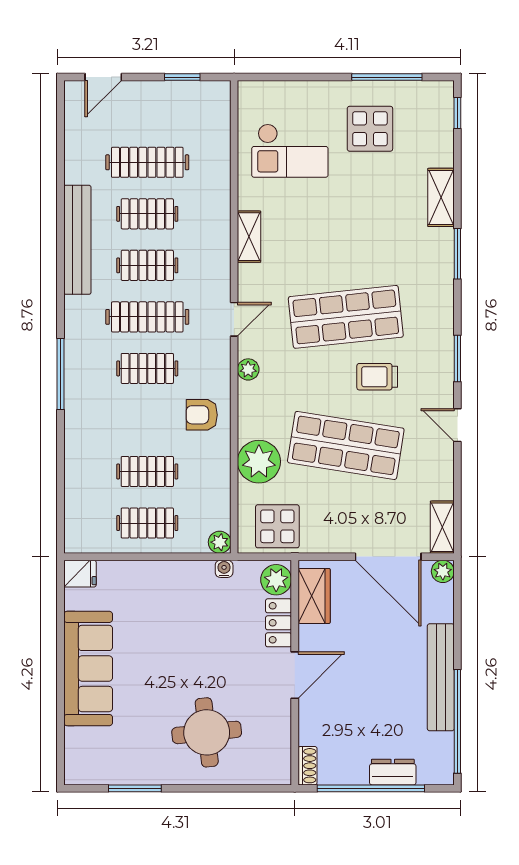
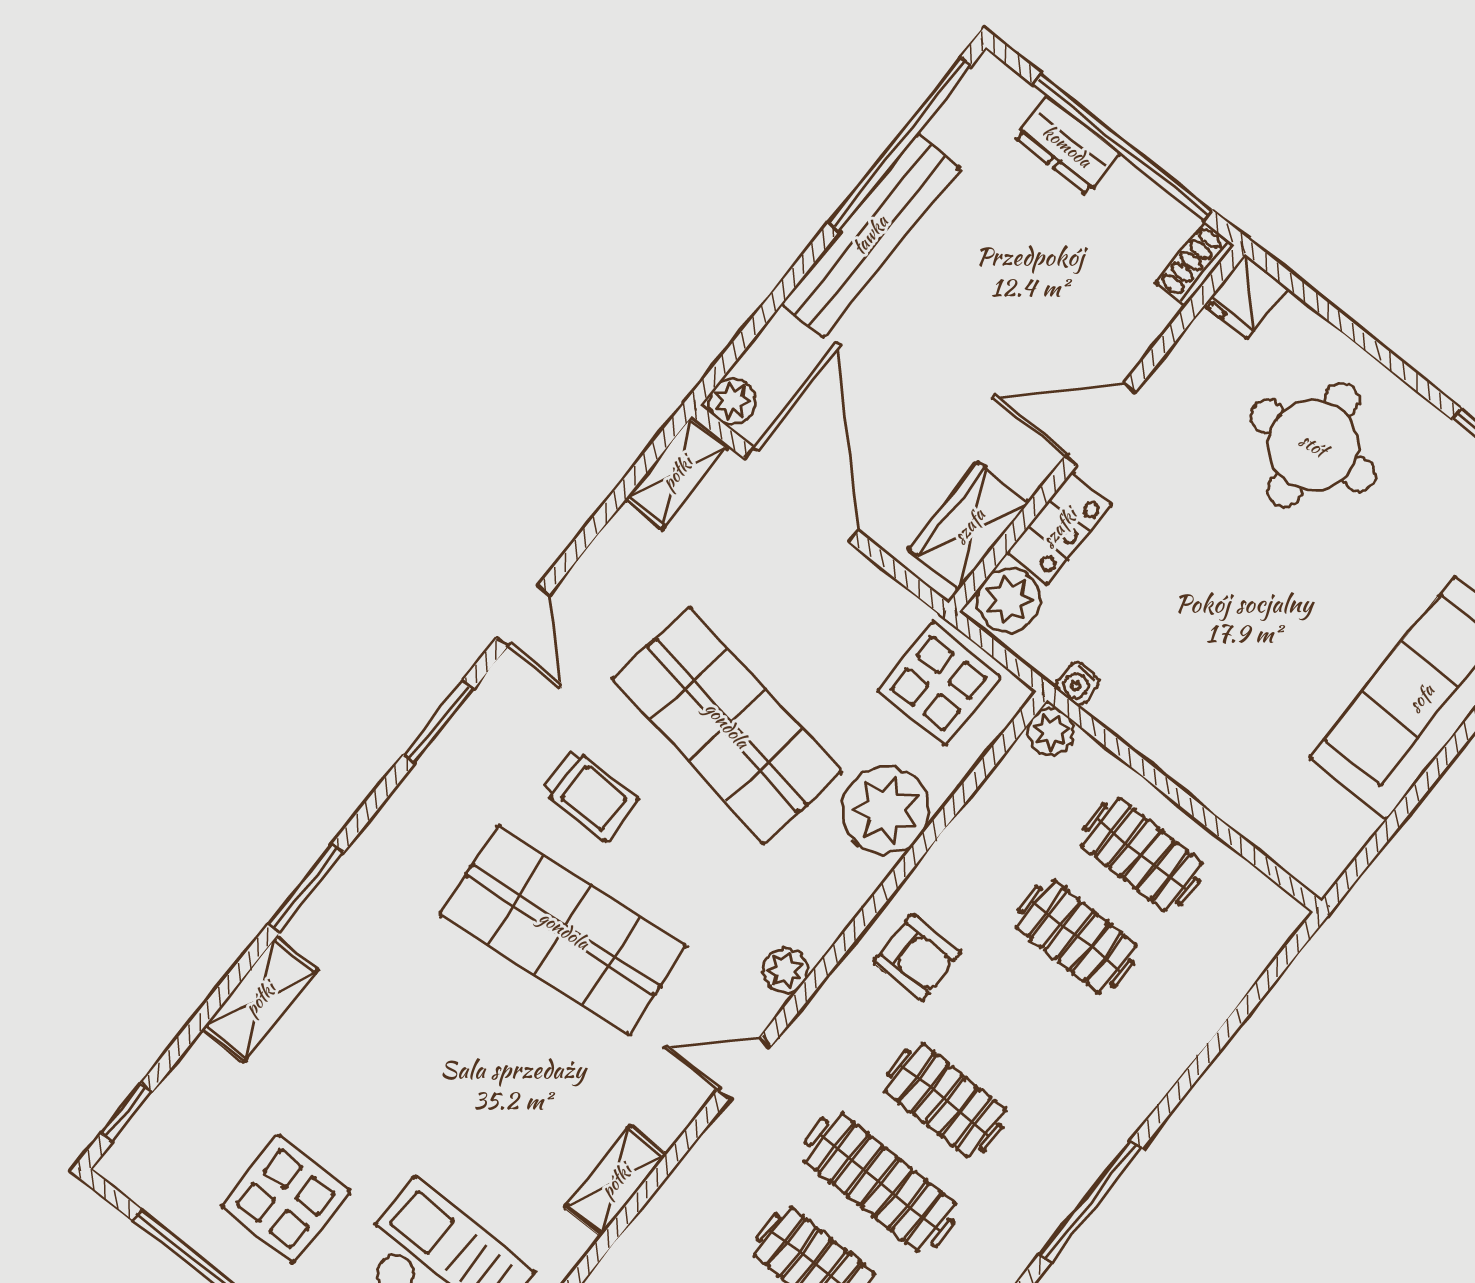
fridge: (80, 574) -> (1246, 297), moved, turned -90

